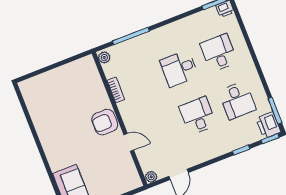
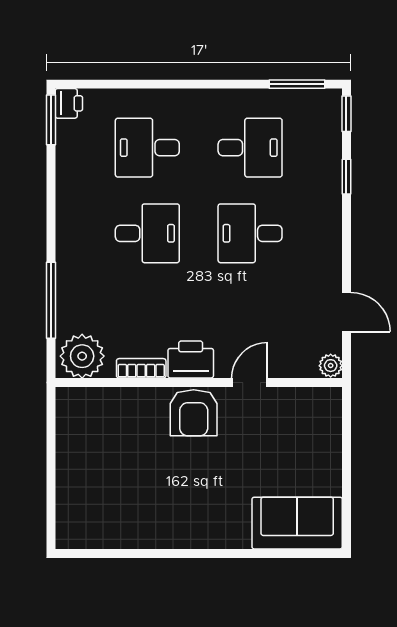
plant: (104, 57) -> (82, 356), width x1.88, depth x1.88
desk: (179, 68) -> (147, 233), turned -90
printer: (268, 125) -> (191, 359), moved, turned 180

